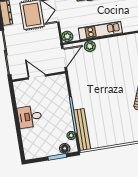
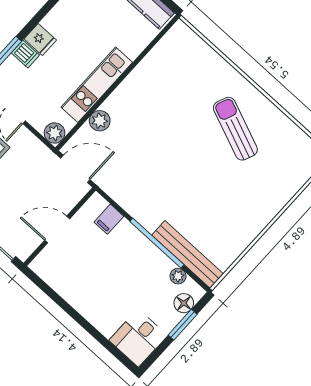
door: (64, 58) -> (75, 169), hinge flipped
filing cabinet: (61, 90) -> (109, 219), added
desk: (30, 117) -> (138, 338), moved

